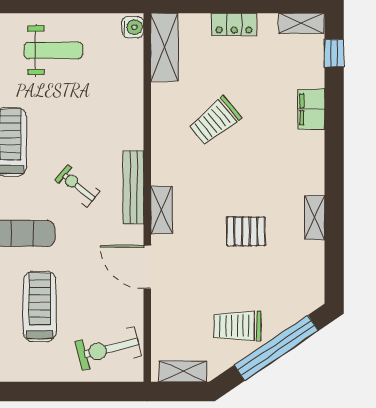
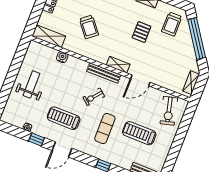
water cooler: (133, 27) -> (62, 57), moved
trolley: (238, 326) -> (172, 24), moved

